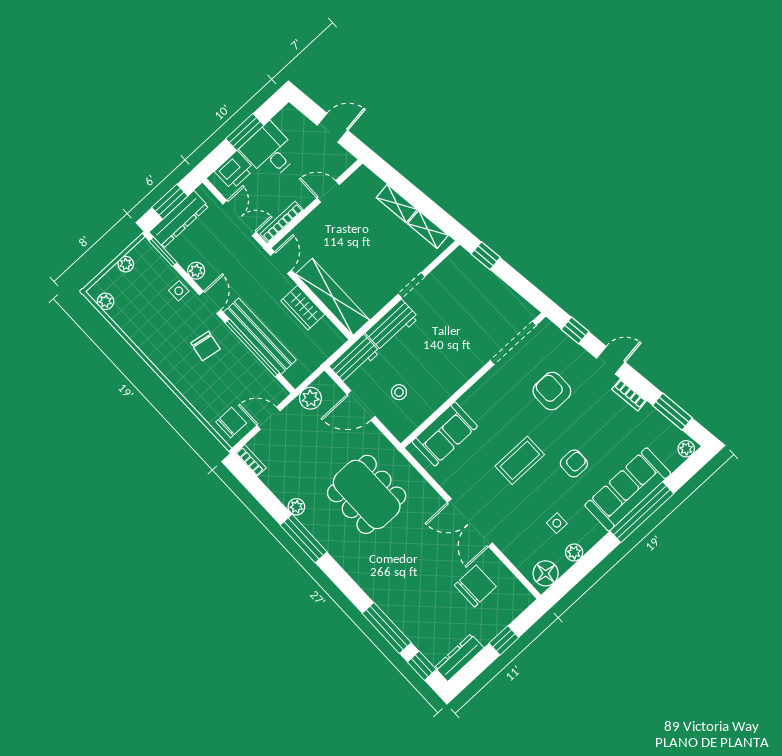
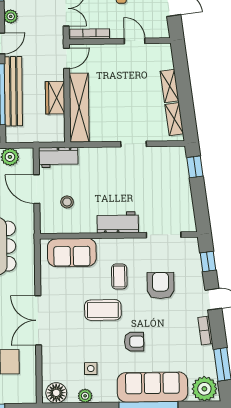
workbench: (392, 325) -> (118, 222), moved, turned 180
doorway: (513, 343) -> (164, 235), width x0.73
coffee table: (507, 417) -> (119, 276), added
plant: (686, 449) -> (204, 389), width x1.87, depth x1.87

